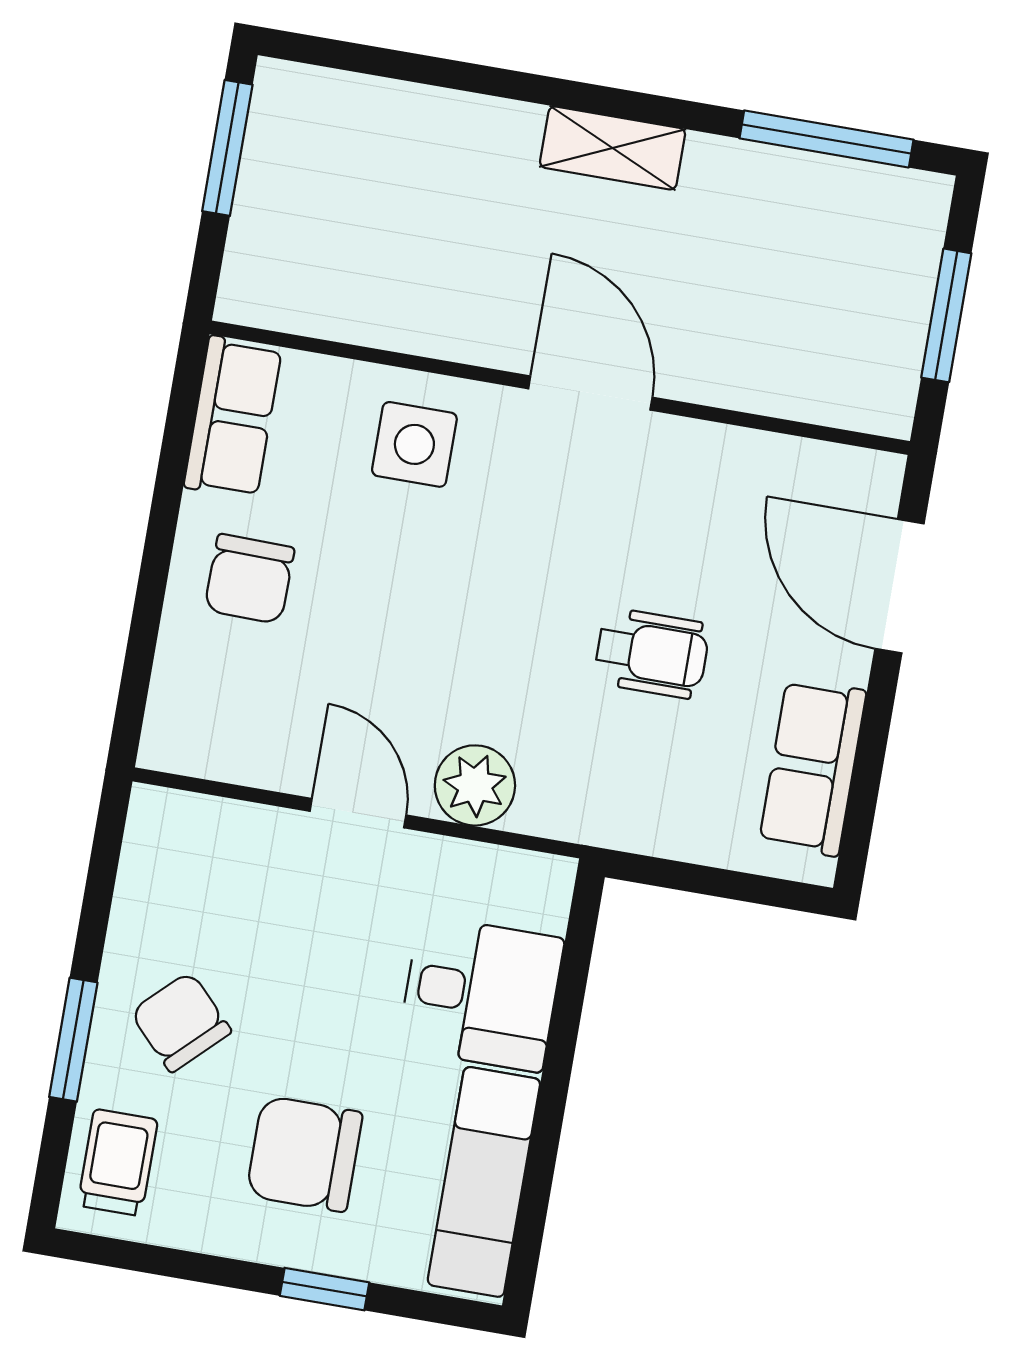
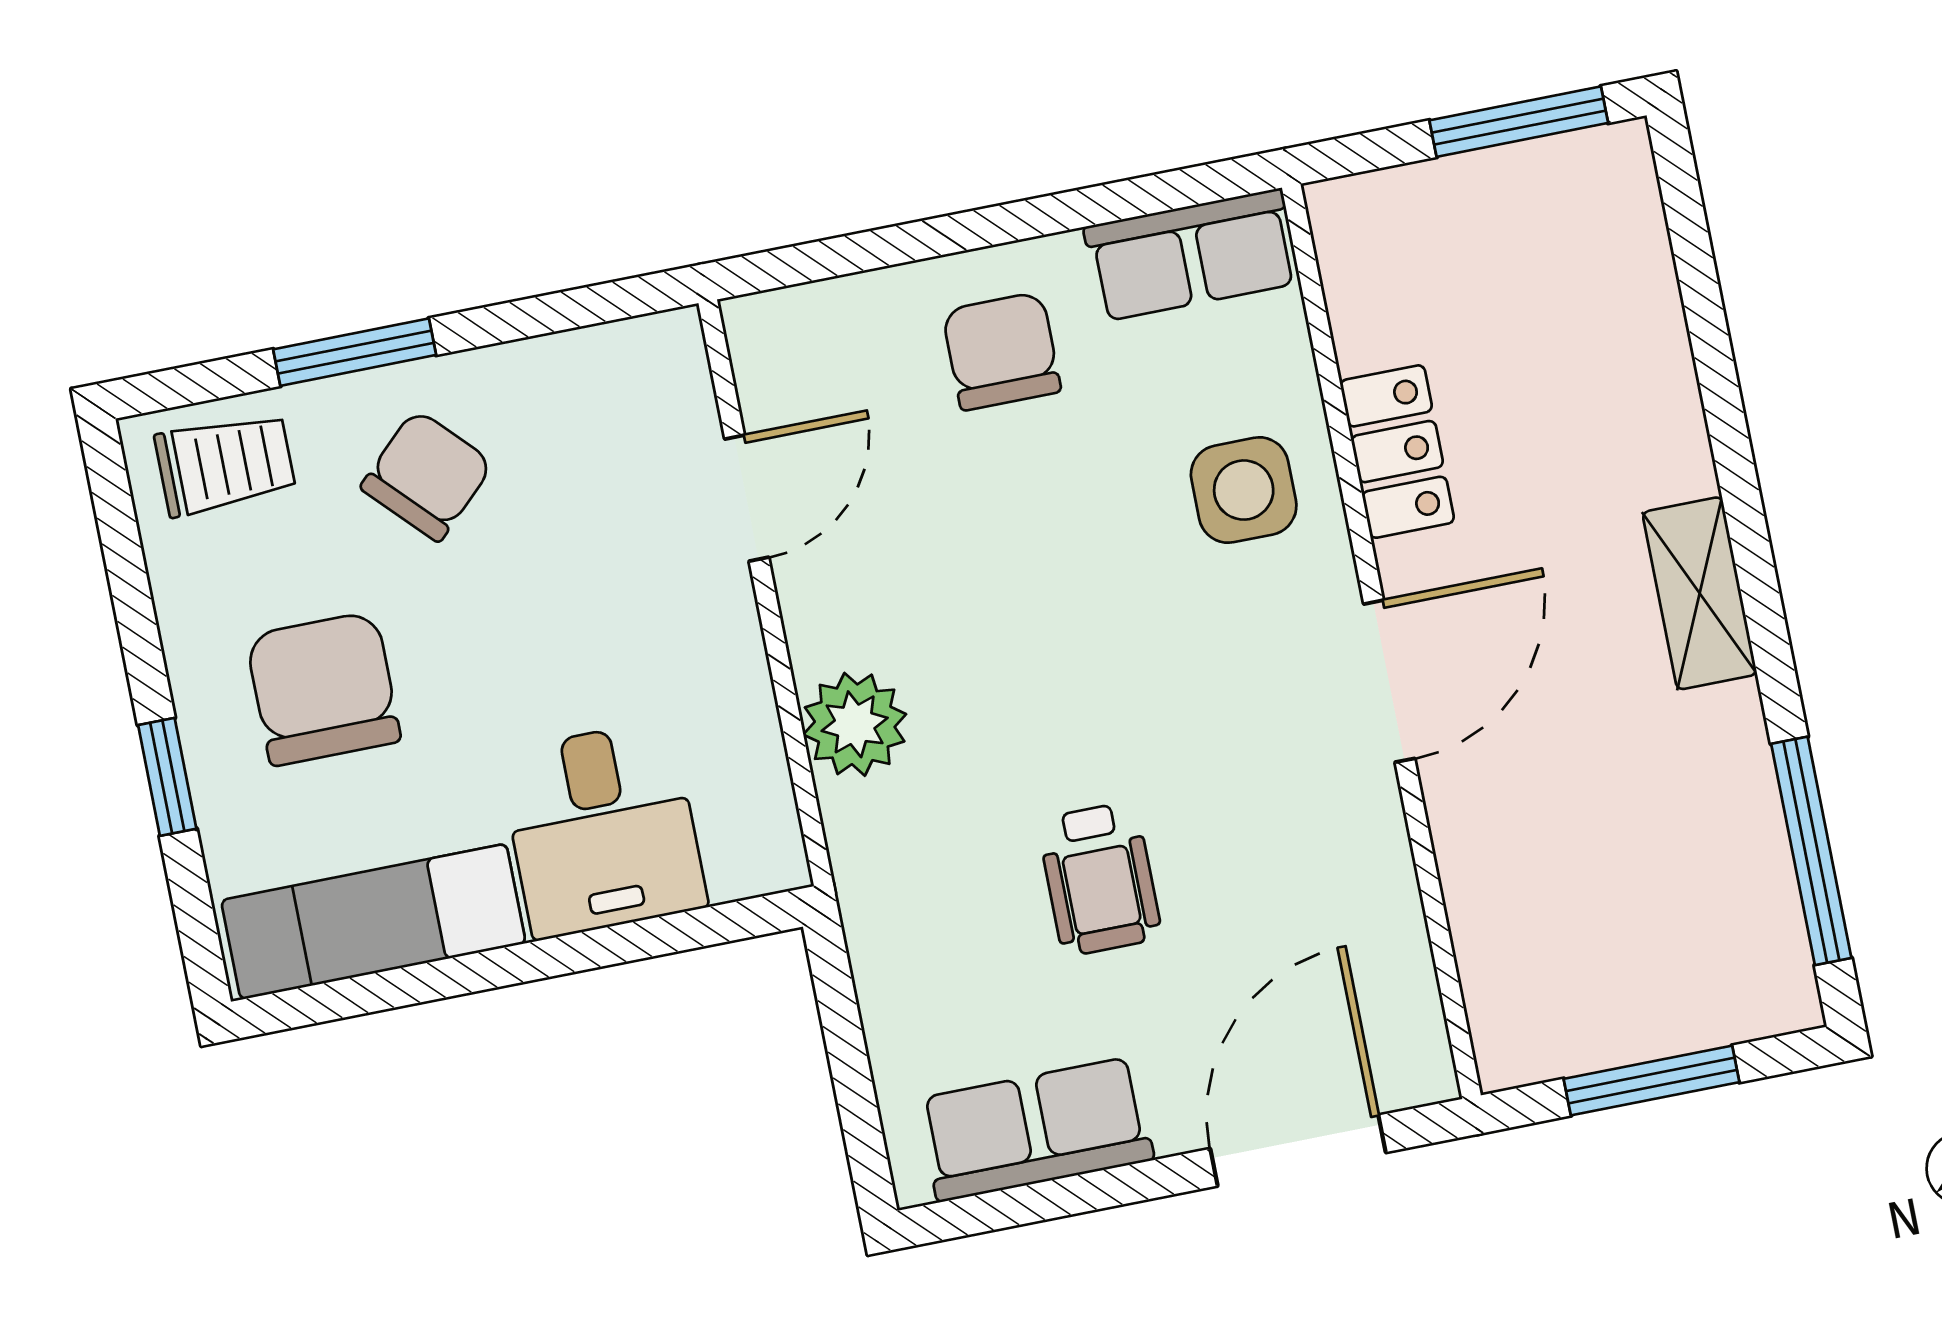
locker: (429, 325) -> (1397, 452), added
chair: (249, 579) -> (1001, 351), turned 89
door: (358, 813) -> (747, 498), moved

